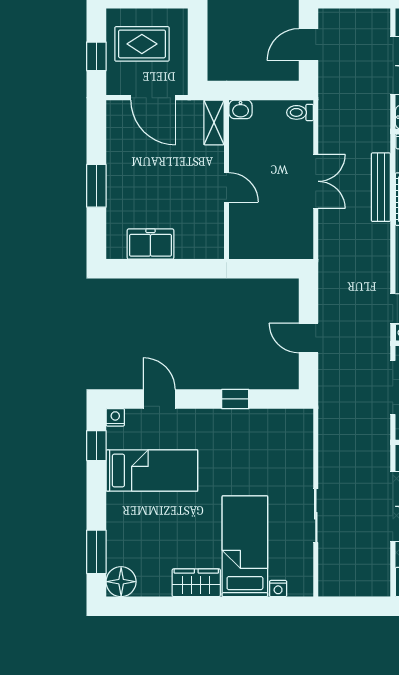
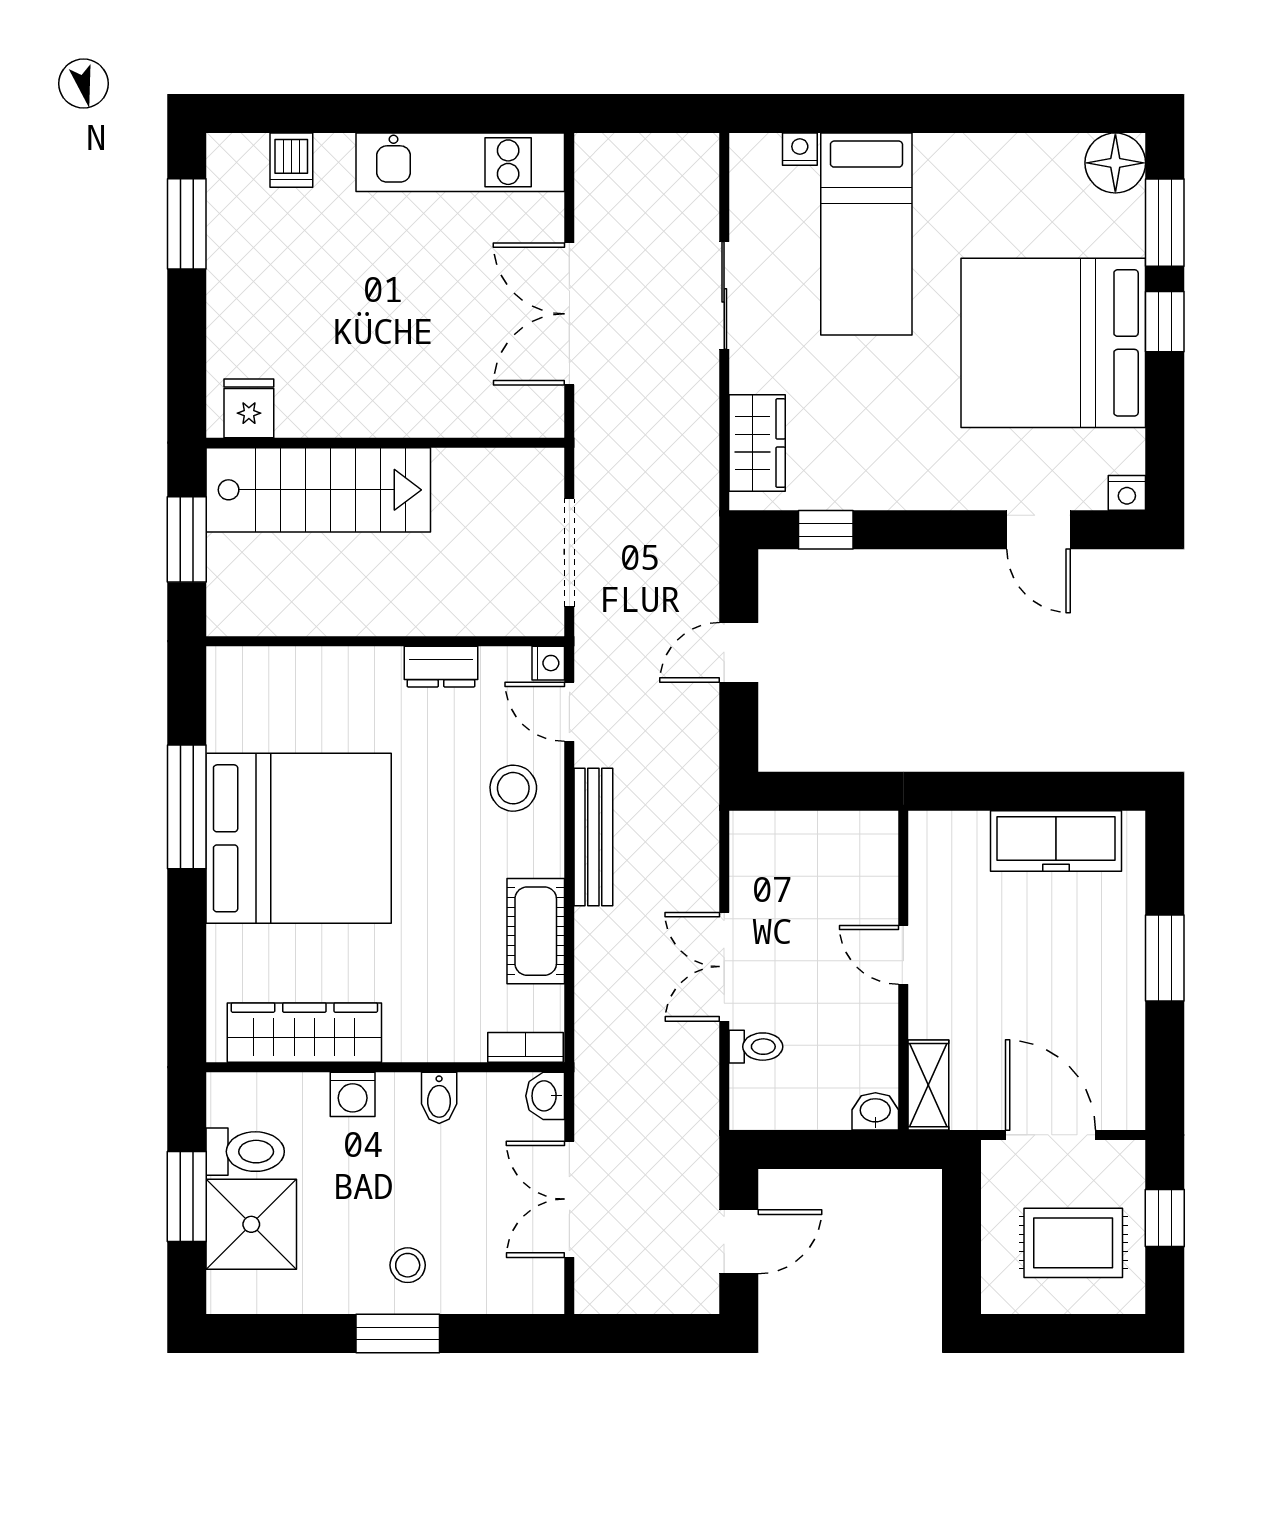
toilet: (300, 112) -> (756, 1047), moved
bench: (381, 187) -> (593, 837), moved
freezer: (150, 244) -> (1056, 841), width x1.40
door: (309, 338) -> (739, 652), swing flipped
window: (235, 399) -> (826, 530), moved
window: (96, 446) -> (1165, 322), moved
bed: (152, 471) -> (1053, 343), width x2.04
wardrobe: (196, 583) -> (757, 443), moved, turned -90

